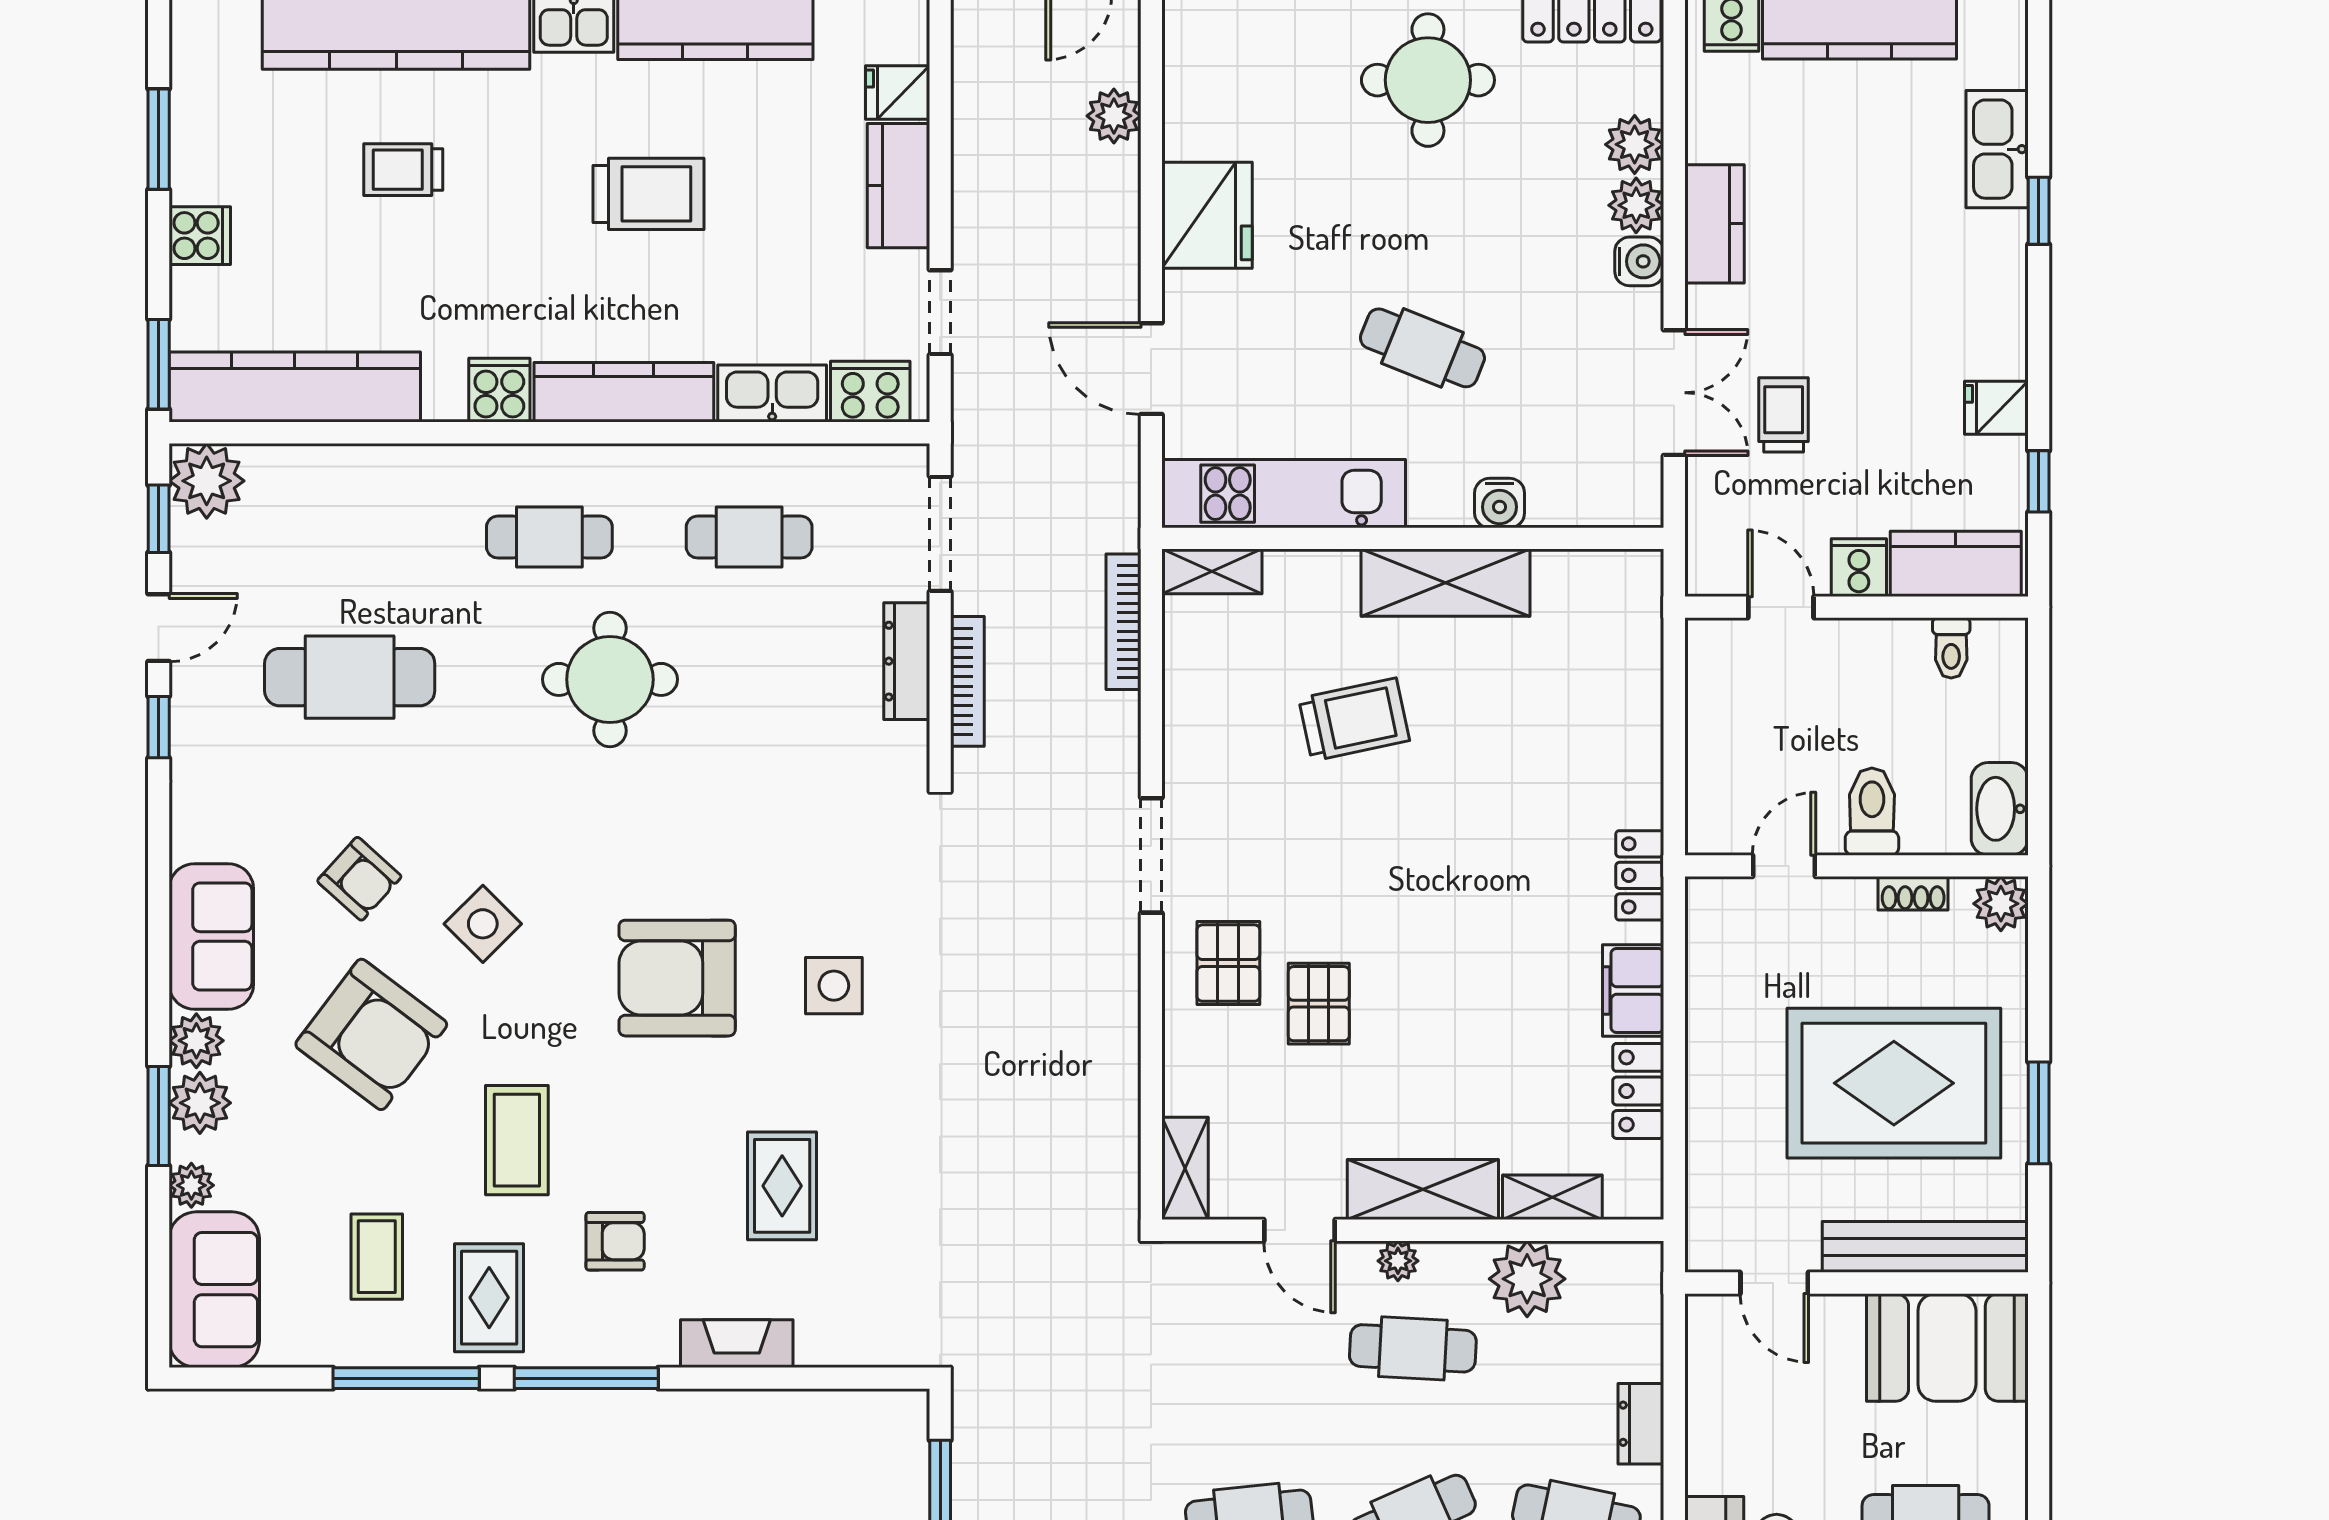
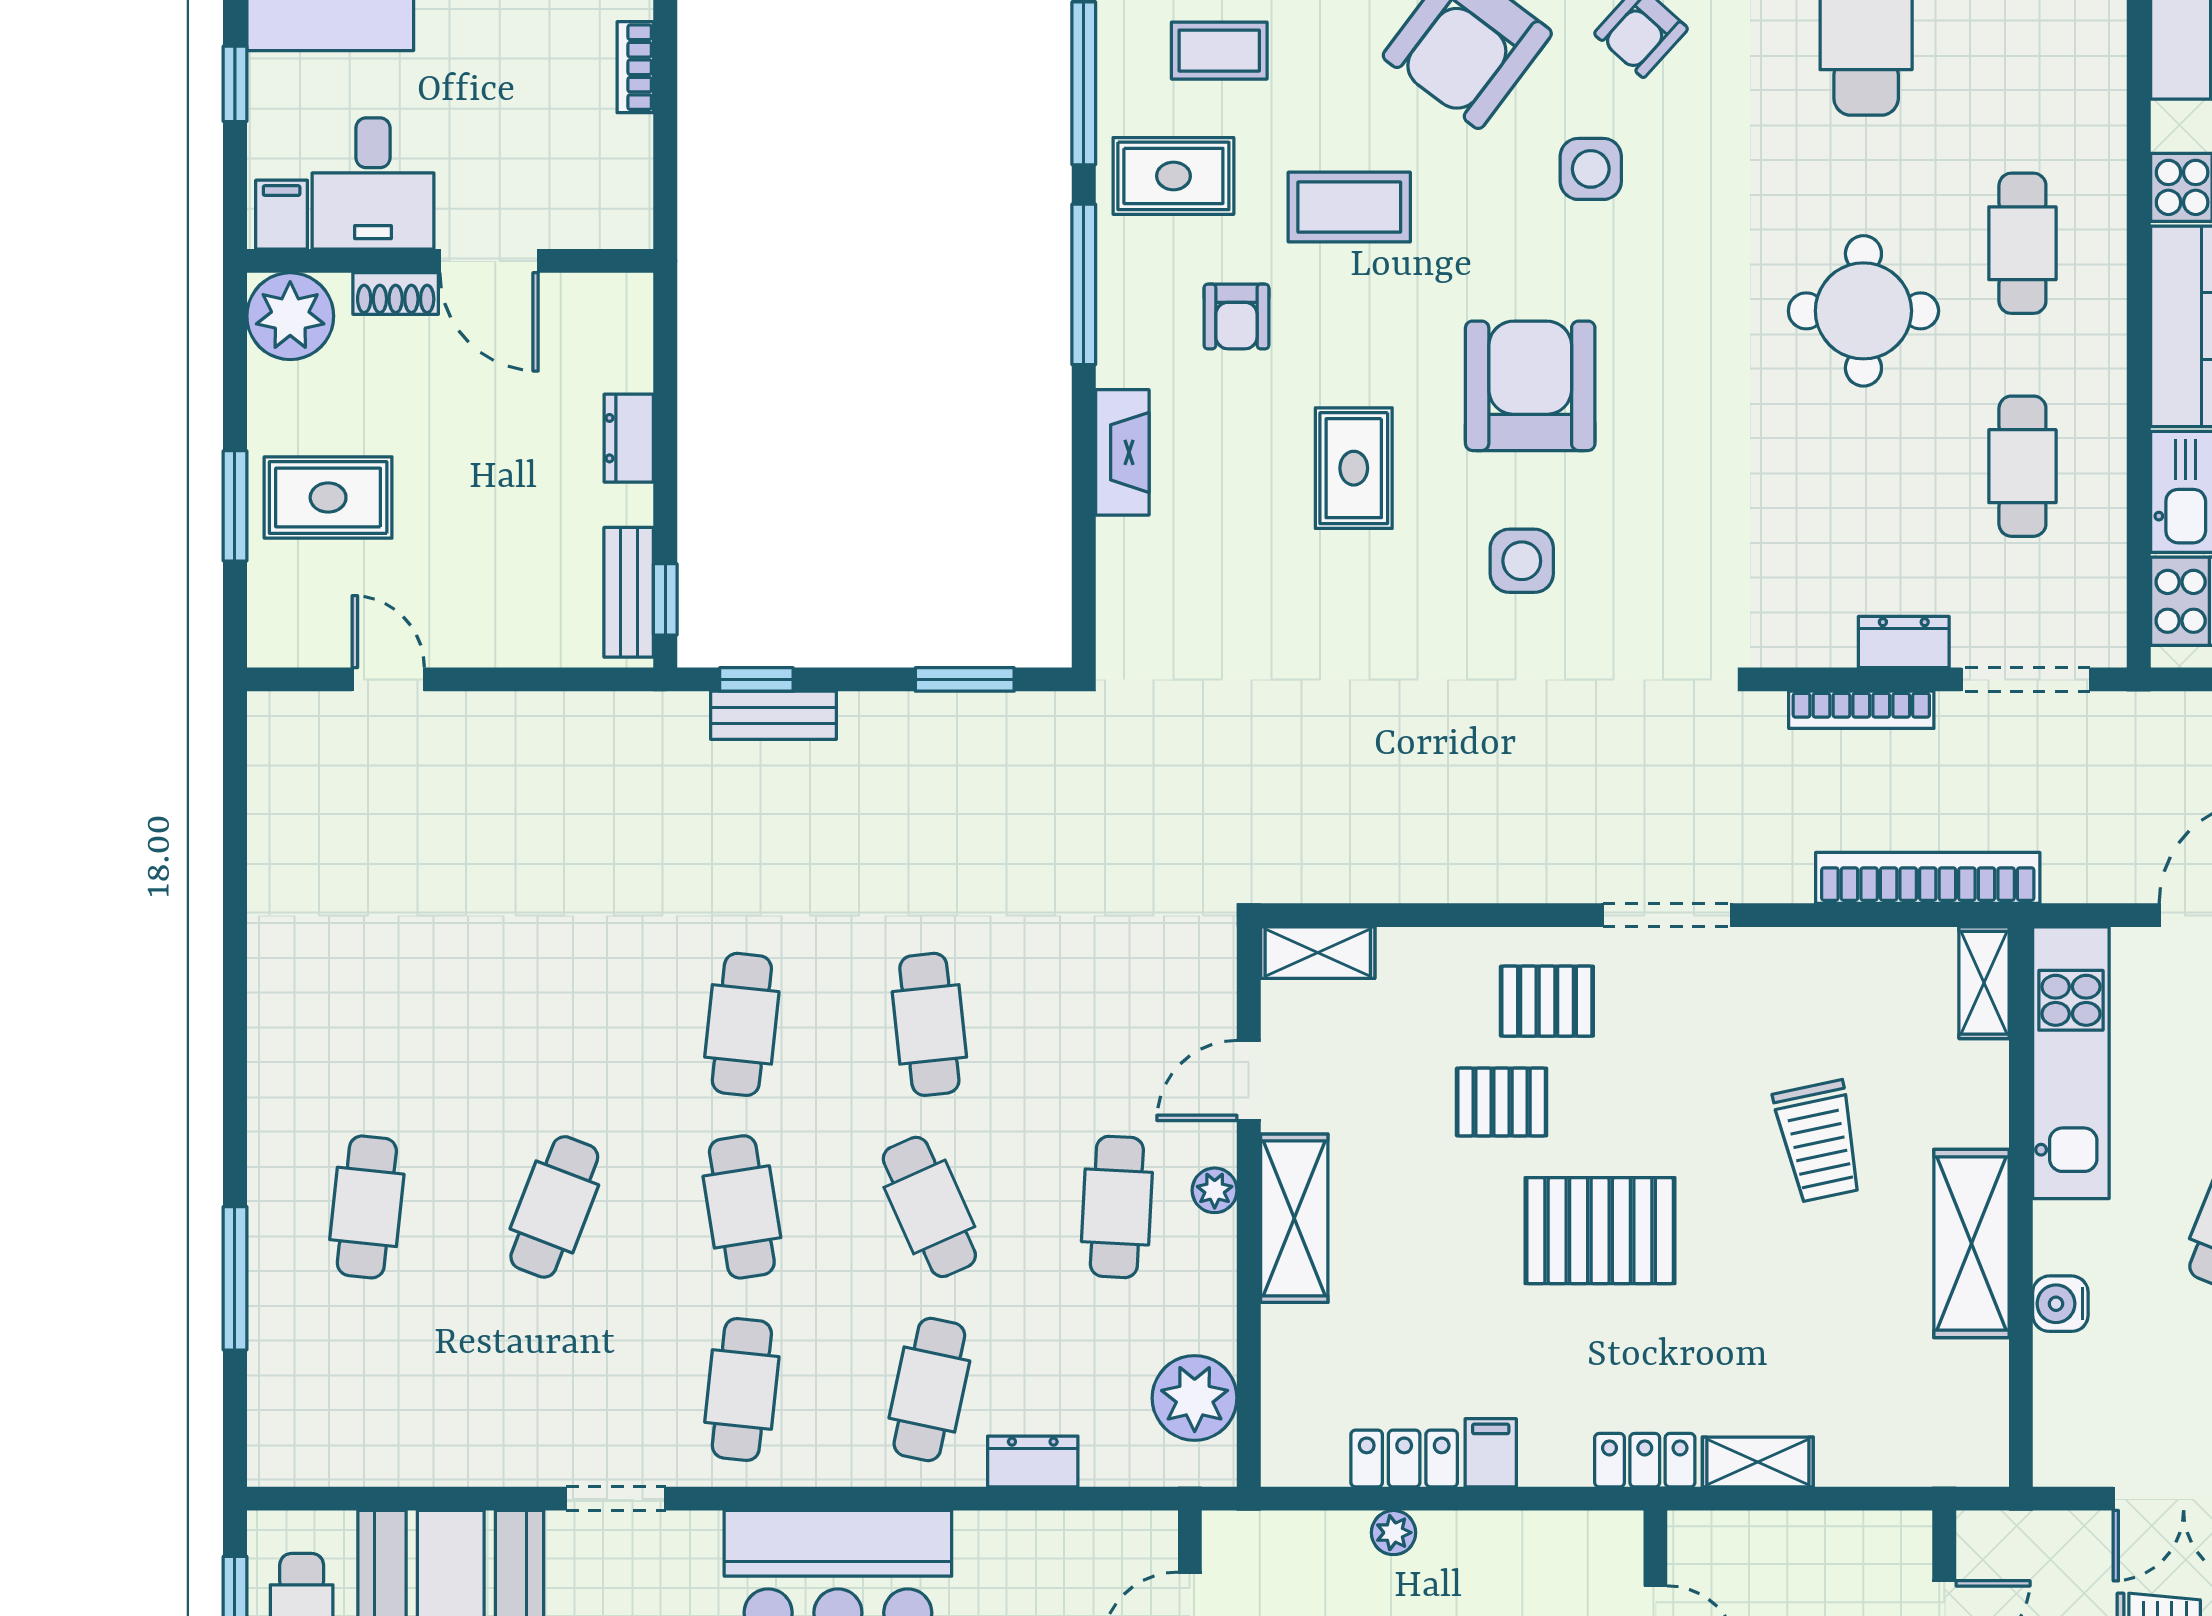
bookcase: (1123, 622) -> (1928, 878), width x1.48, depth x1.31
dresser: (907, 661) -> (1904, 642), width x0.70
pallet: (1434, 915) -> (1600, 1231), added
side table: (483, 924) -> (1591, 169), turned 45
filing cabinet: (1633, 990) -> (1491, 1453), width x0.50
plant: (1705, 1100) -> (1394, 1533), added
rug: (782, 1186) -> (1354, 468), moved, turned 90
shelving: (1552, 1197) -> (1758, 1462), moved, turned 90
plant: (1527, 1279) -> (1195, 1398), moved

